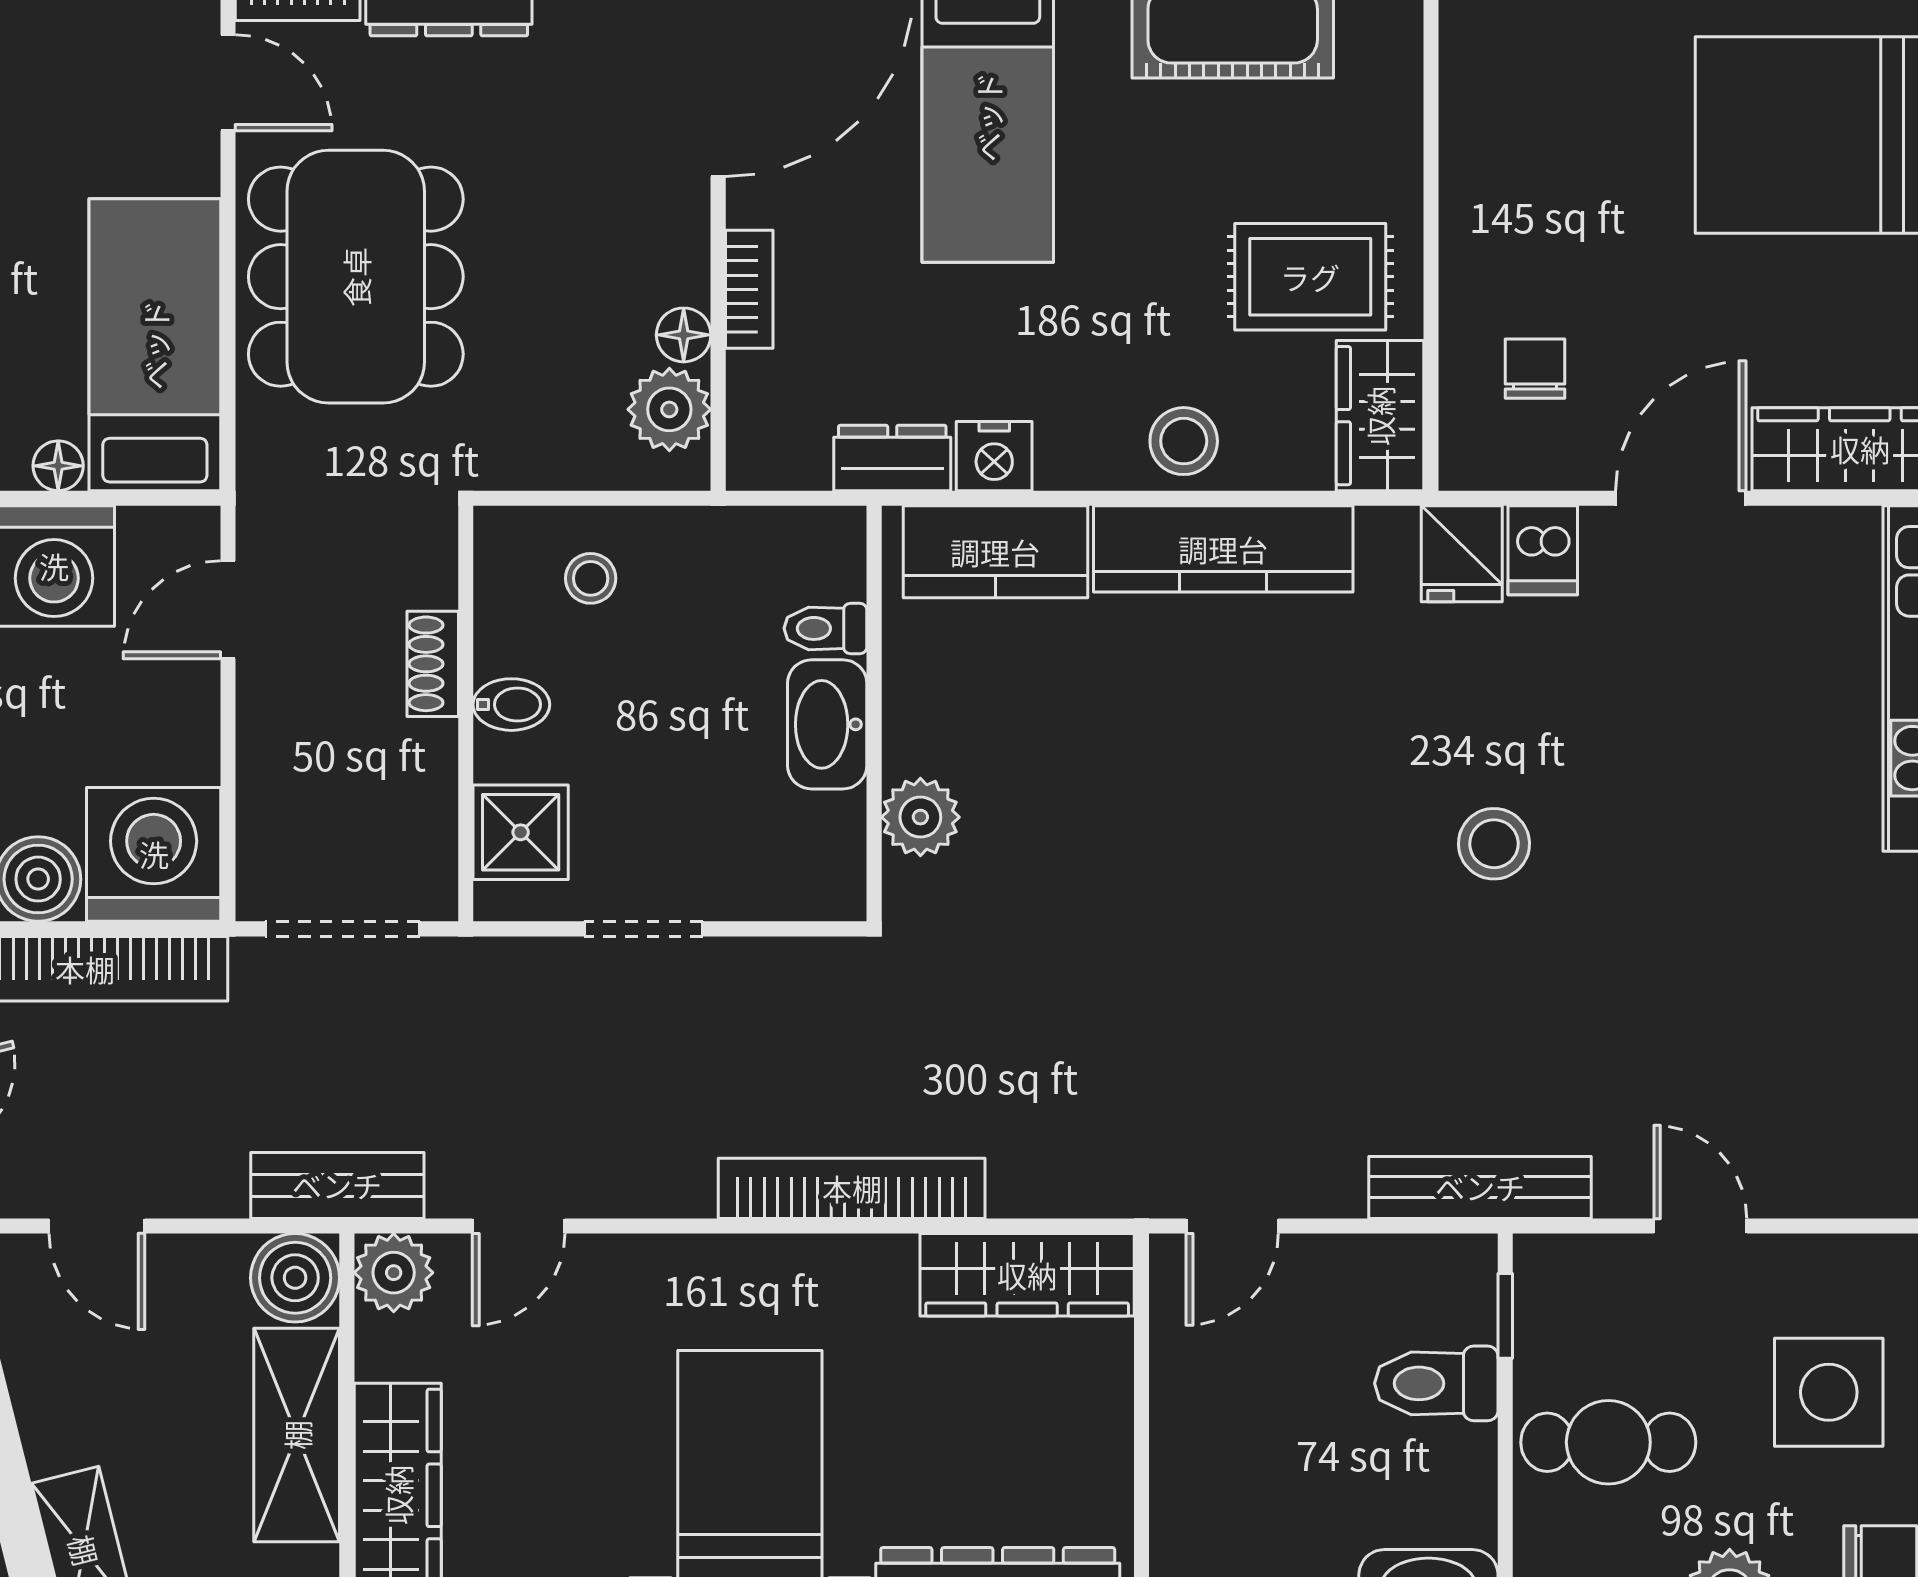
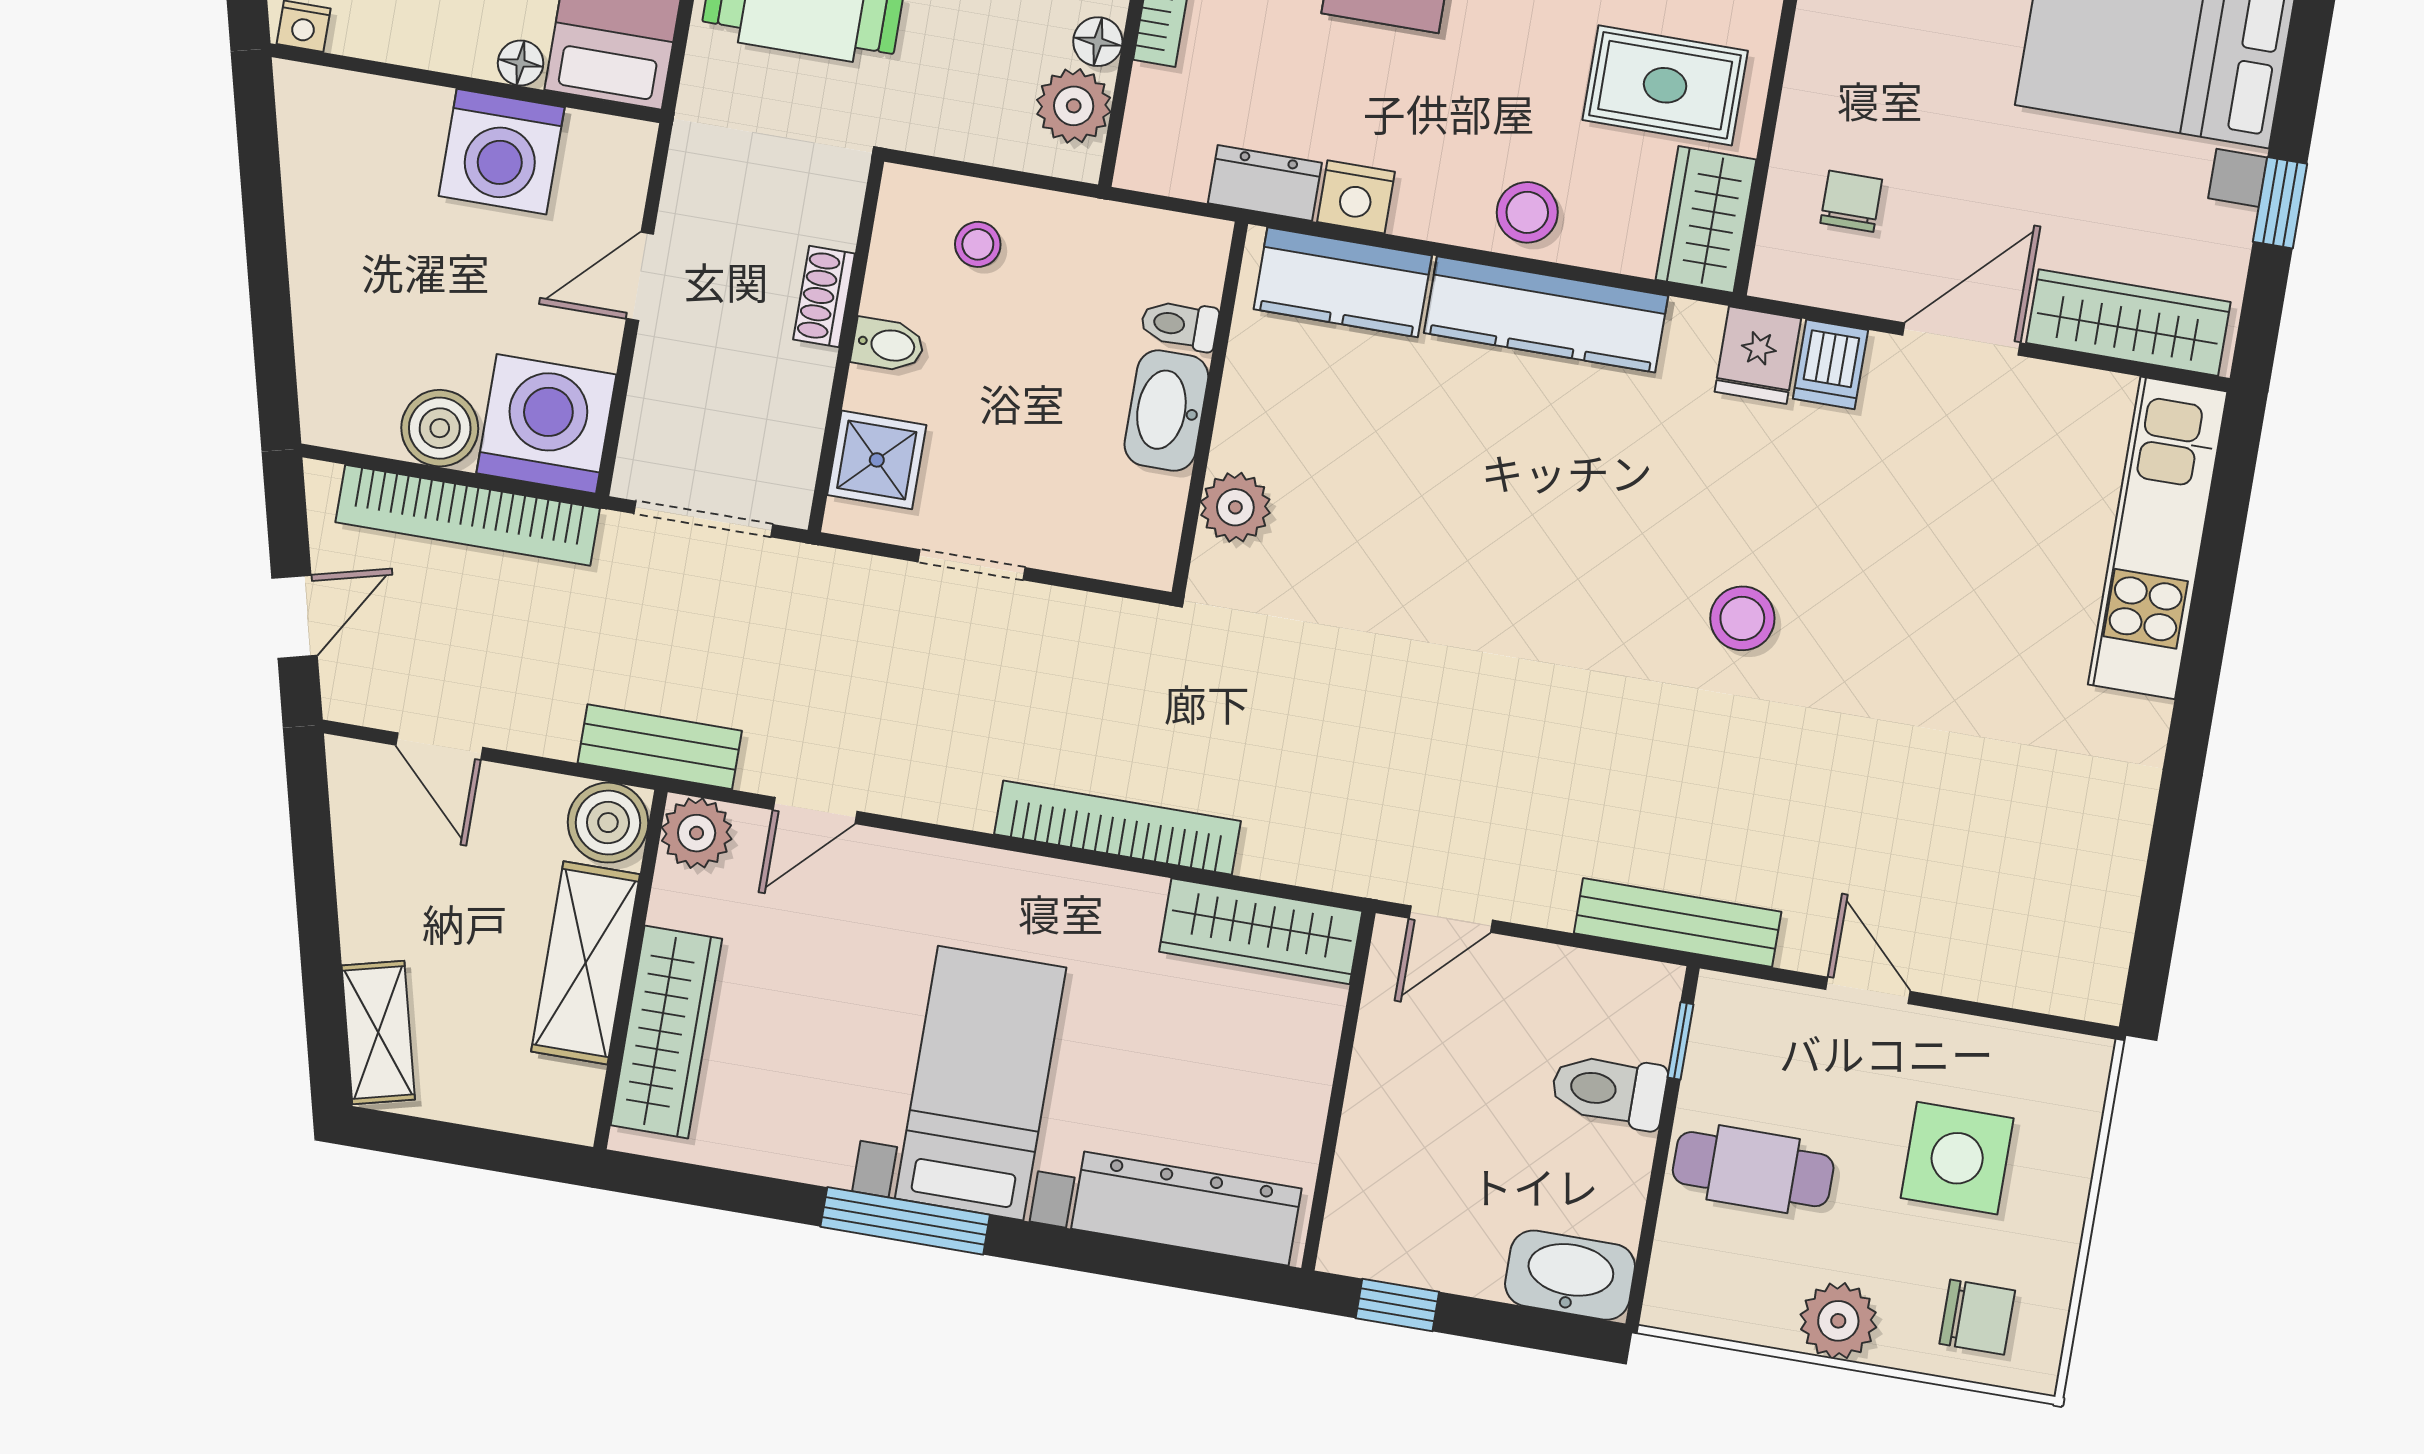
door: (228, 610) -> (640, 276), moved

